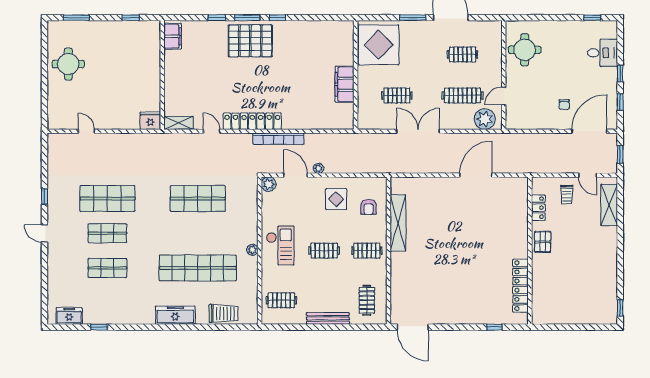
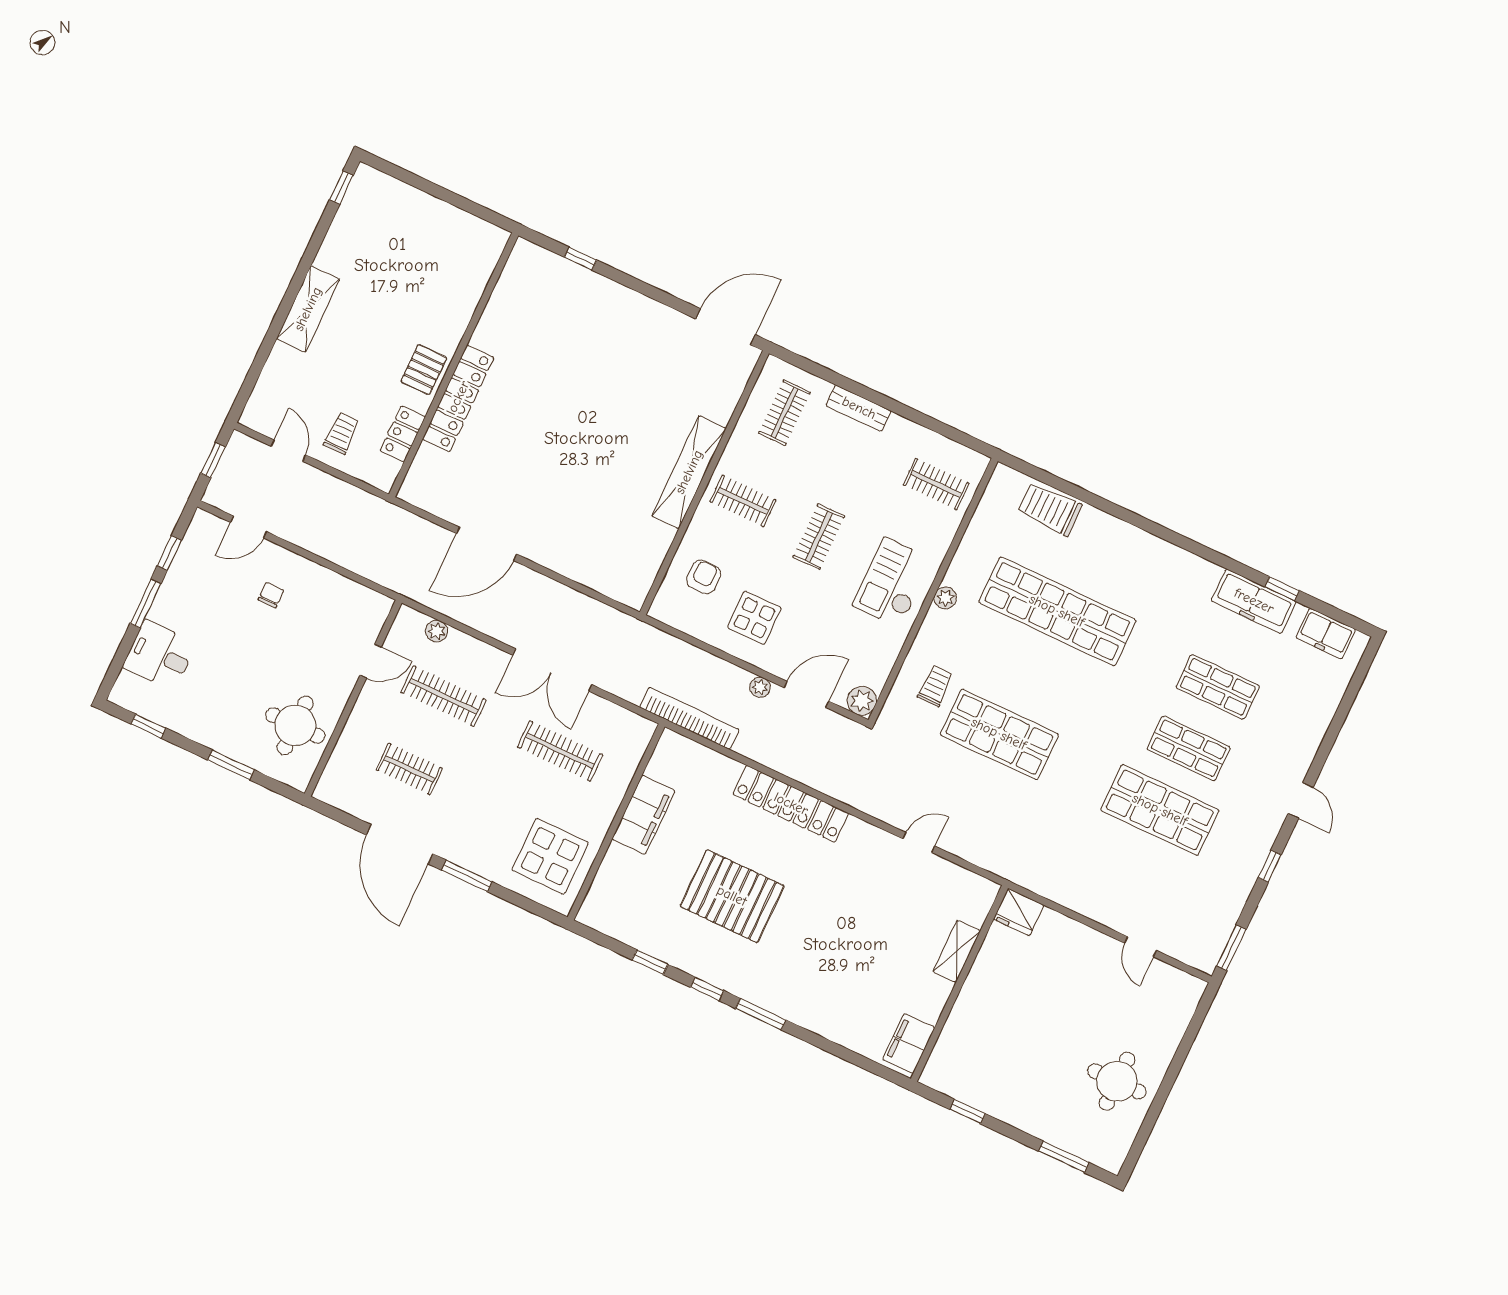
window: (217, 18) -> (650, 962), moved
window: (546, 18) -> (231, 765), added
pallet: (250, 41) -> (732, 896), moved
display table: (379, 45) -> (550, 856), width x0.73, depth x0.73
window: (620, 73) -> (145, 604), width x1.50
clothes rail: (397, 95) -> (560, 751), width x1.36
plant: (485, 119) -> (437, 631), width x0.53, depth x0.53
locker: (252, 121) -> (791, 804), moved
shelving: (178, 123) -> (957, 951), moved, turned 90
door: (212, 131) -> (919, 842), swing flipped
door: (589, 131) -> (249, 527), width x0.53
bookcase: (278, 139) -> (689, 718), moved
window: (44, 150) -> (1231, 948), added
door: (296, 175) -> (806, 694), swing flipped
shelving: (609, 205) -> (308, 309), moved
trolley: (238, 207) -> (935, 686), added
shelving: (398, 223) -> (689, 472), moved
clothes rail: (324, 251) -> (819, 537), turned 90
locker: (520, 286) -> (458, 398), moved
freezer: (175, 315) -> (1254, 601), moved
bench: (328, 318) -> (859, 408), width x0.73
door: (413, 327) -> (725, 327), hinge flipped

